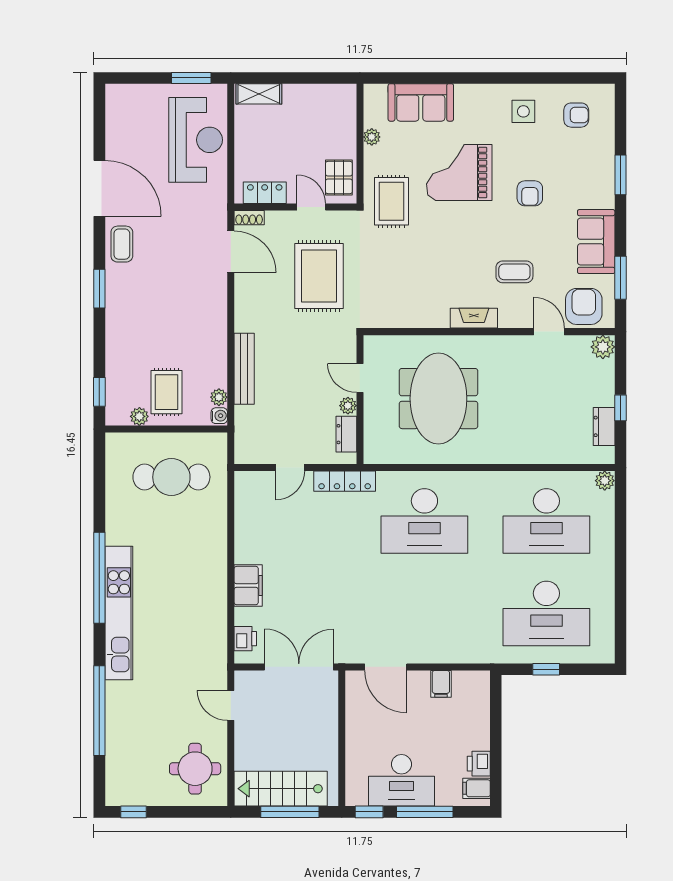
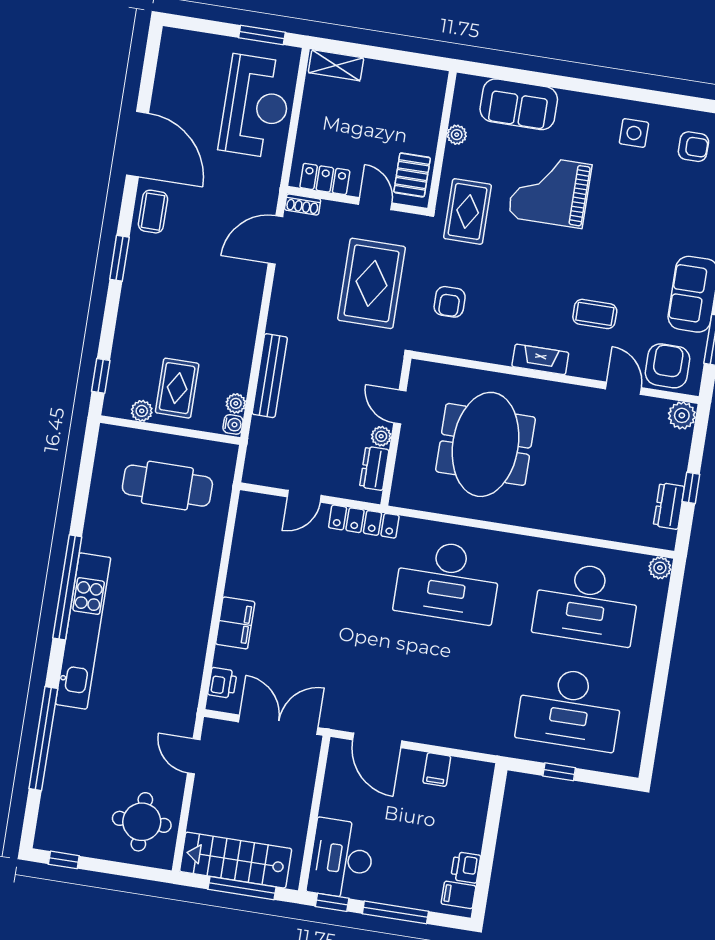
armchair: (530, 193) -> (450, 302), moved
door: (231, 252) -> (276, 240), swing flipped
desk: (401, 780) -> (341, 859), moved, turned 90

